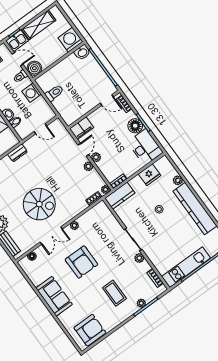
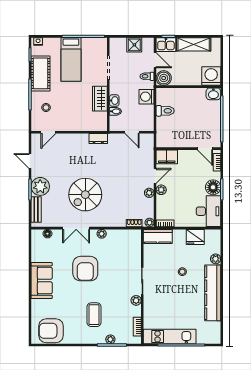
spiral stairs: (39, 204) -> (85, 195), turned 90
armchair: (90, 330) -> (51, 331), turned 180

